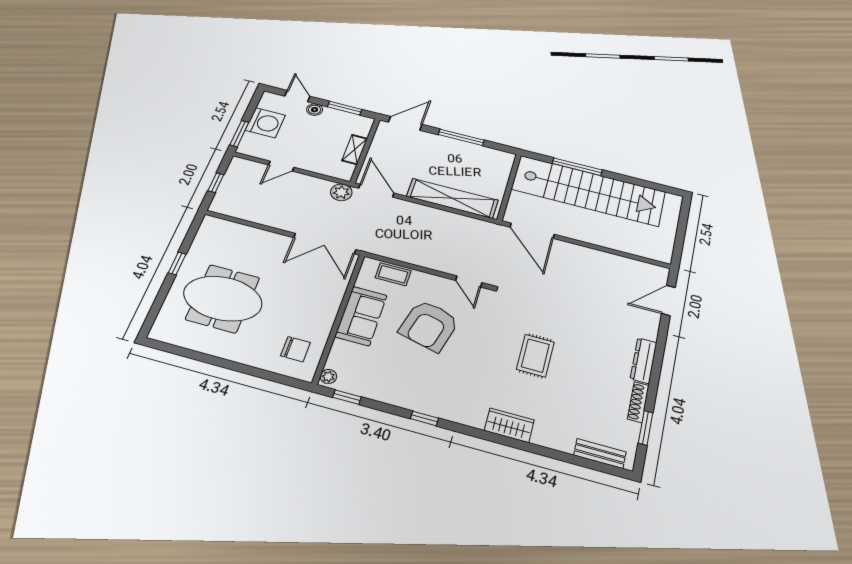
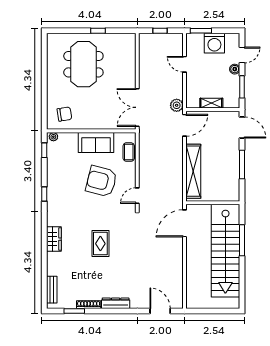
chair: (296, 349) -> (64, 114), turned -99
rug: (535, 356) -> (100, 244), turned 90

